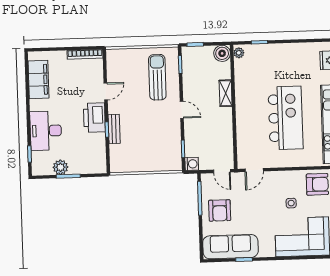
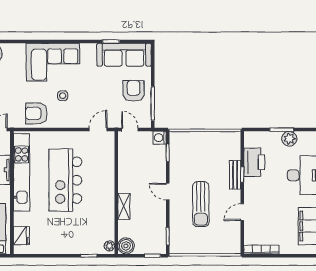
sun lounger: (157, 77) -> (201, 204), moved
printer: (94, 118) -> (254, 162), moved

